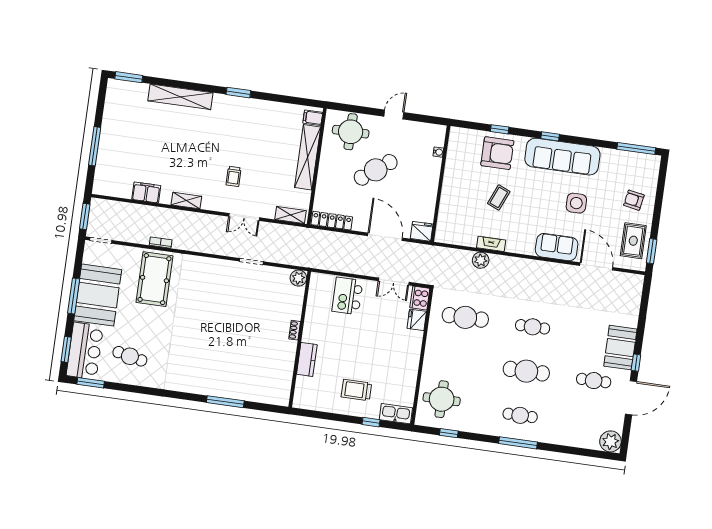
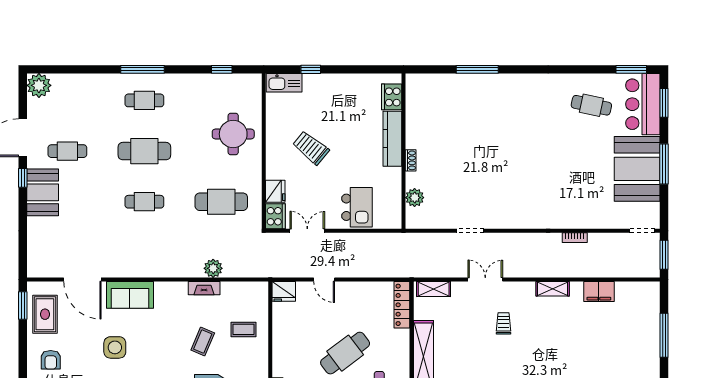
armchair: (634, 200) -> (51, 360), turned 80
coffee table: (462, 203) -> (244, 329), added
locker: (332, 221) -> (402, 305), moved, turned 90
door: (385, 237) -> (324, 279), width x0.53
plant: (298, 278) -> (415, 198), moved
pool table: (154, 279) -> (576, 196), removed
kitchen counter: (307, 359) -> (392, 139), width x1.50
cooker: (304, 388) -> (392, 97), added
trolley: (356, 390) -> (311, 148), moved, turned -141
round table: (442, 399) -> (233, 134), moved

